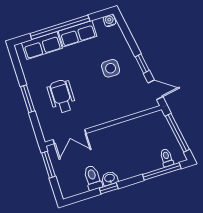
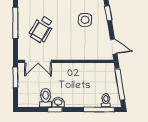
window: (142, 64) -> (108, 13), moved
wheelchair: (62, 96) -> (42, 29), turned -149
window: (28, 99) -> (15, 23), width x1.44

